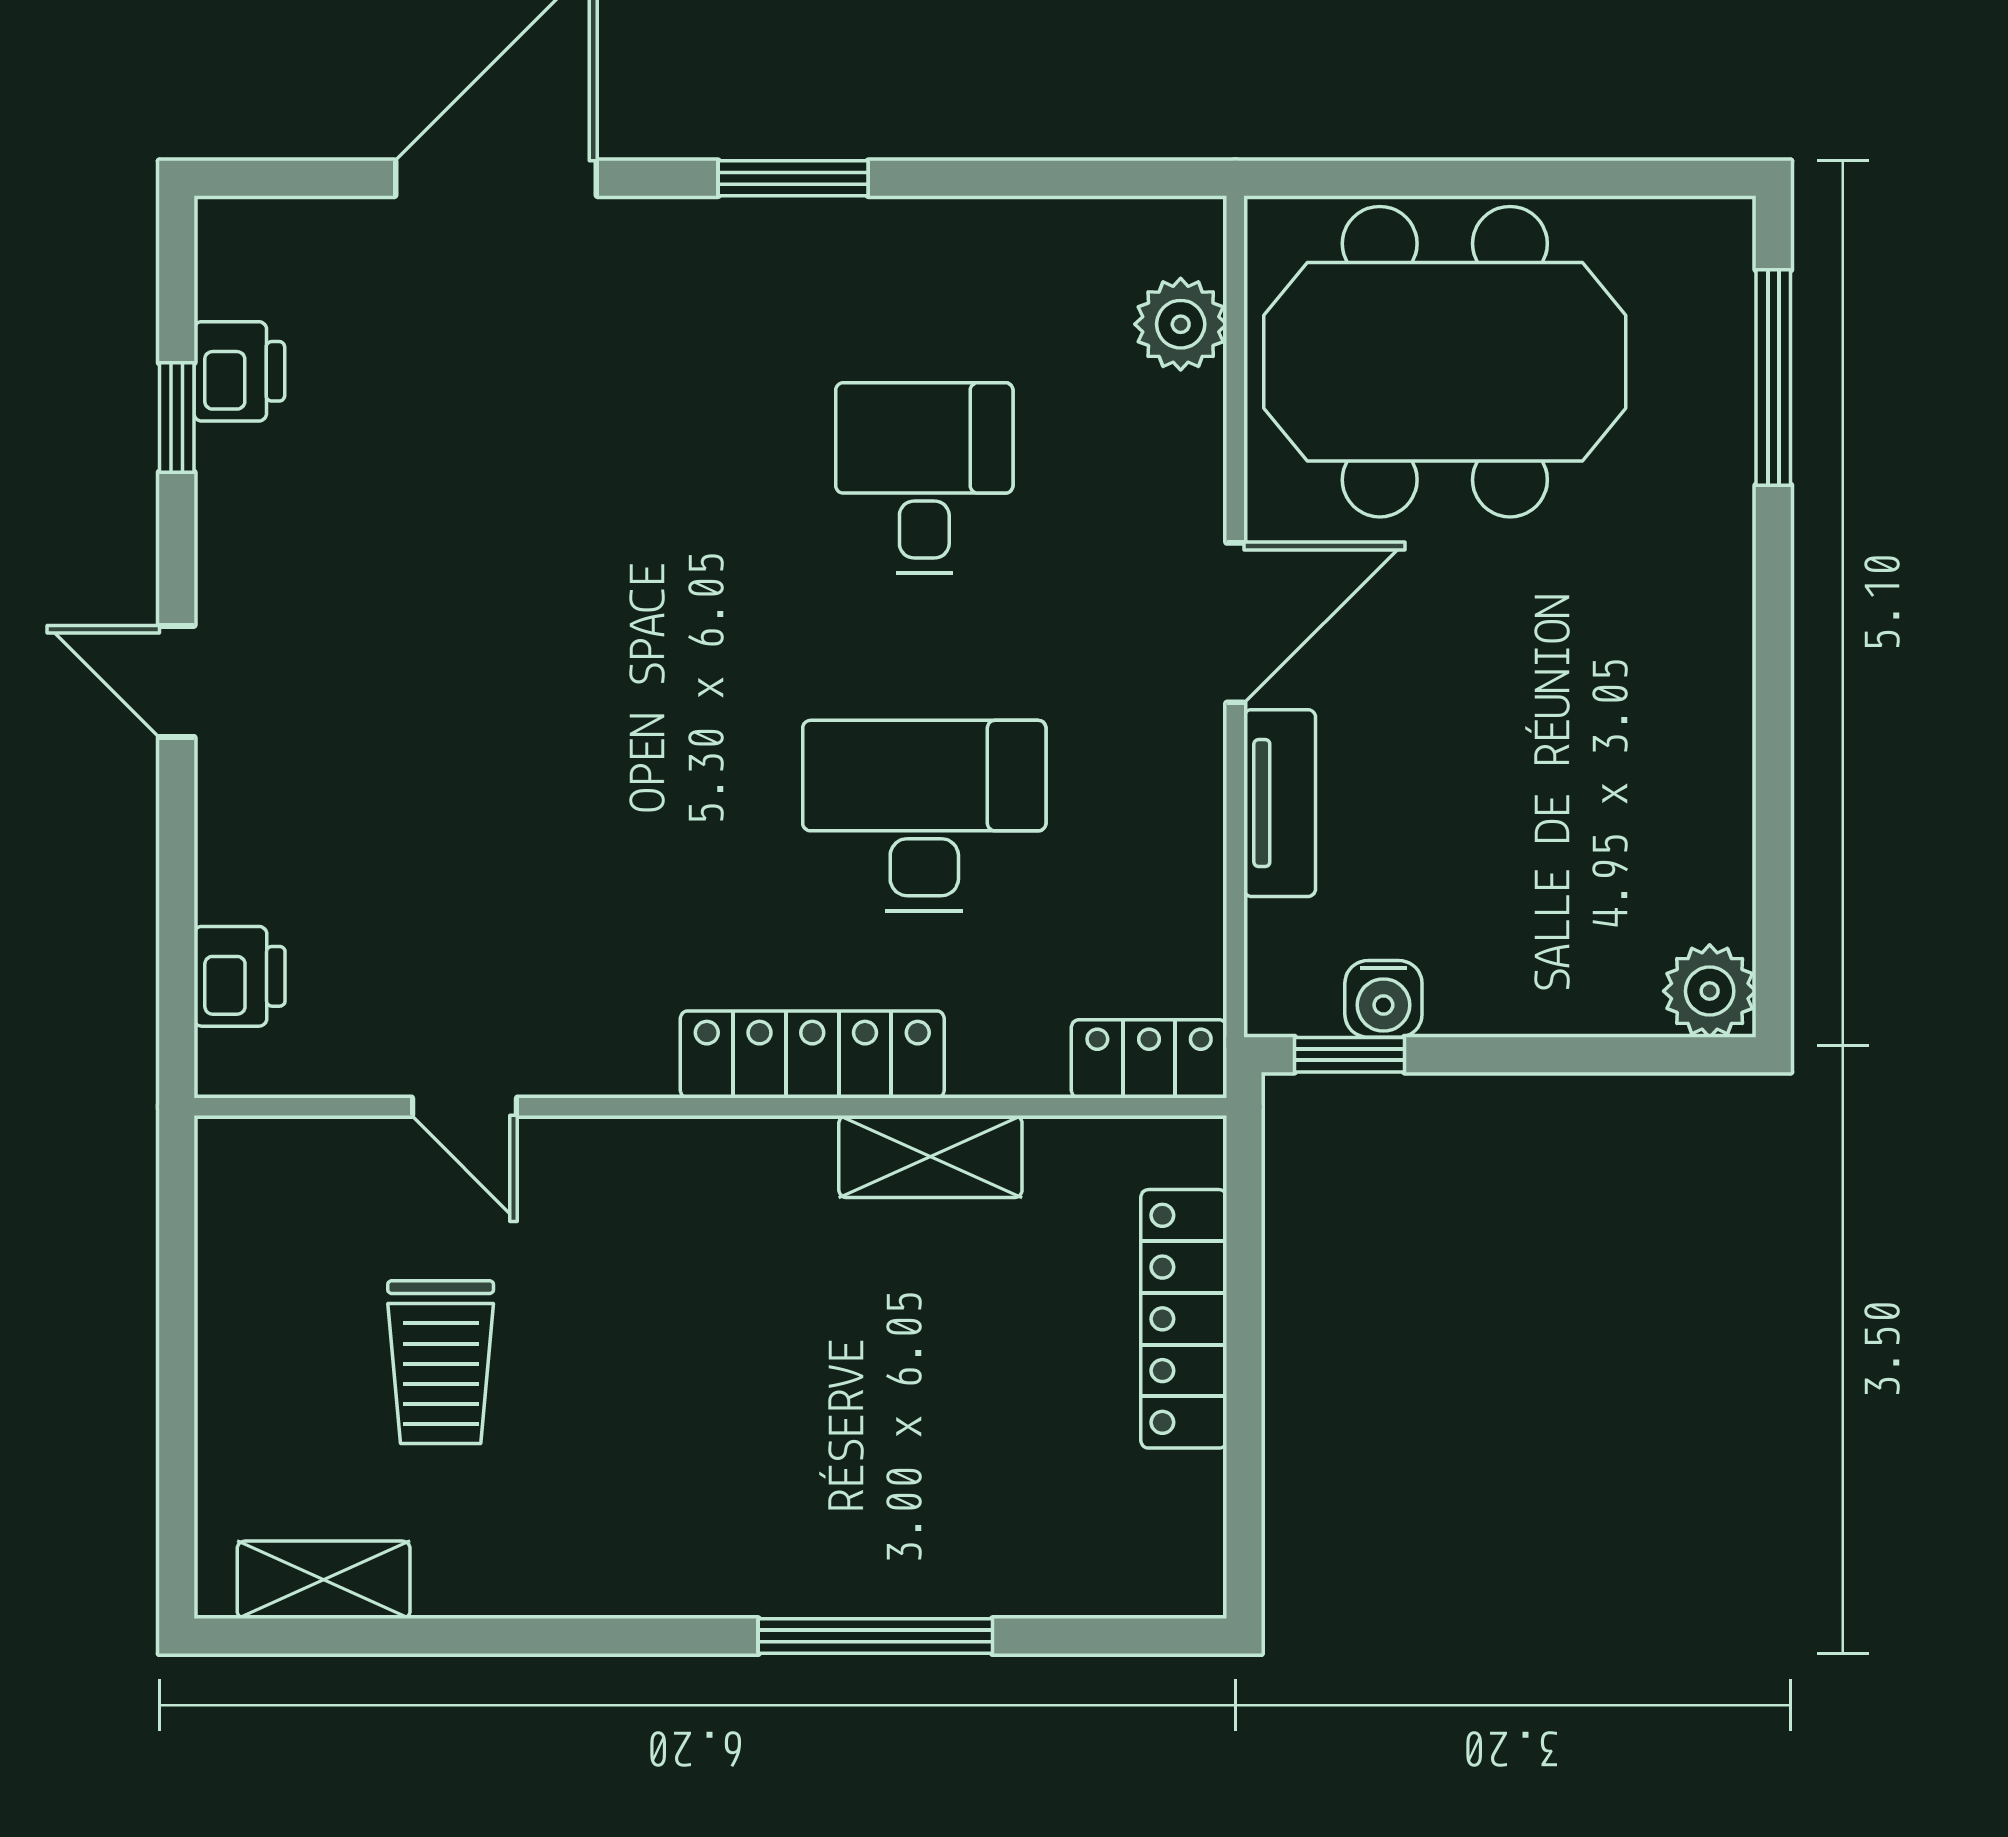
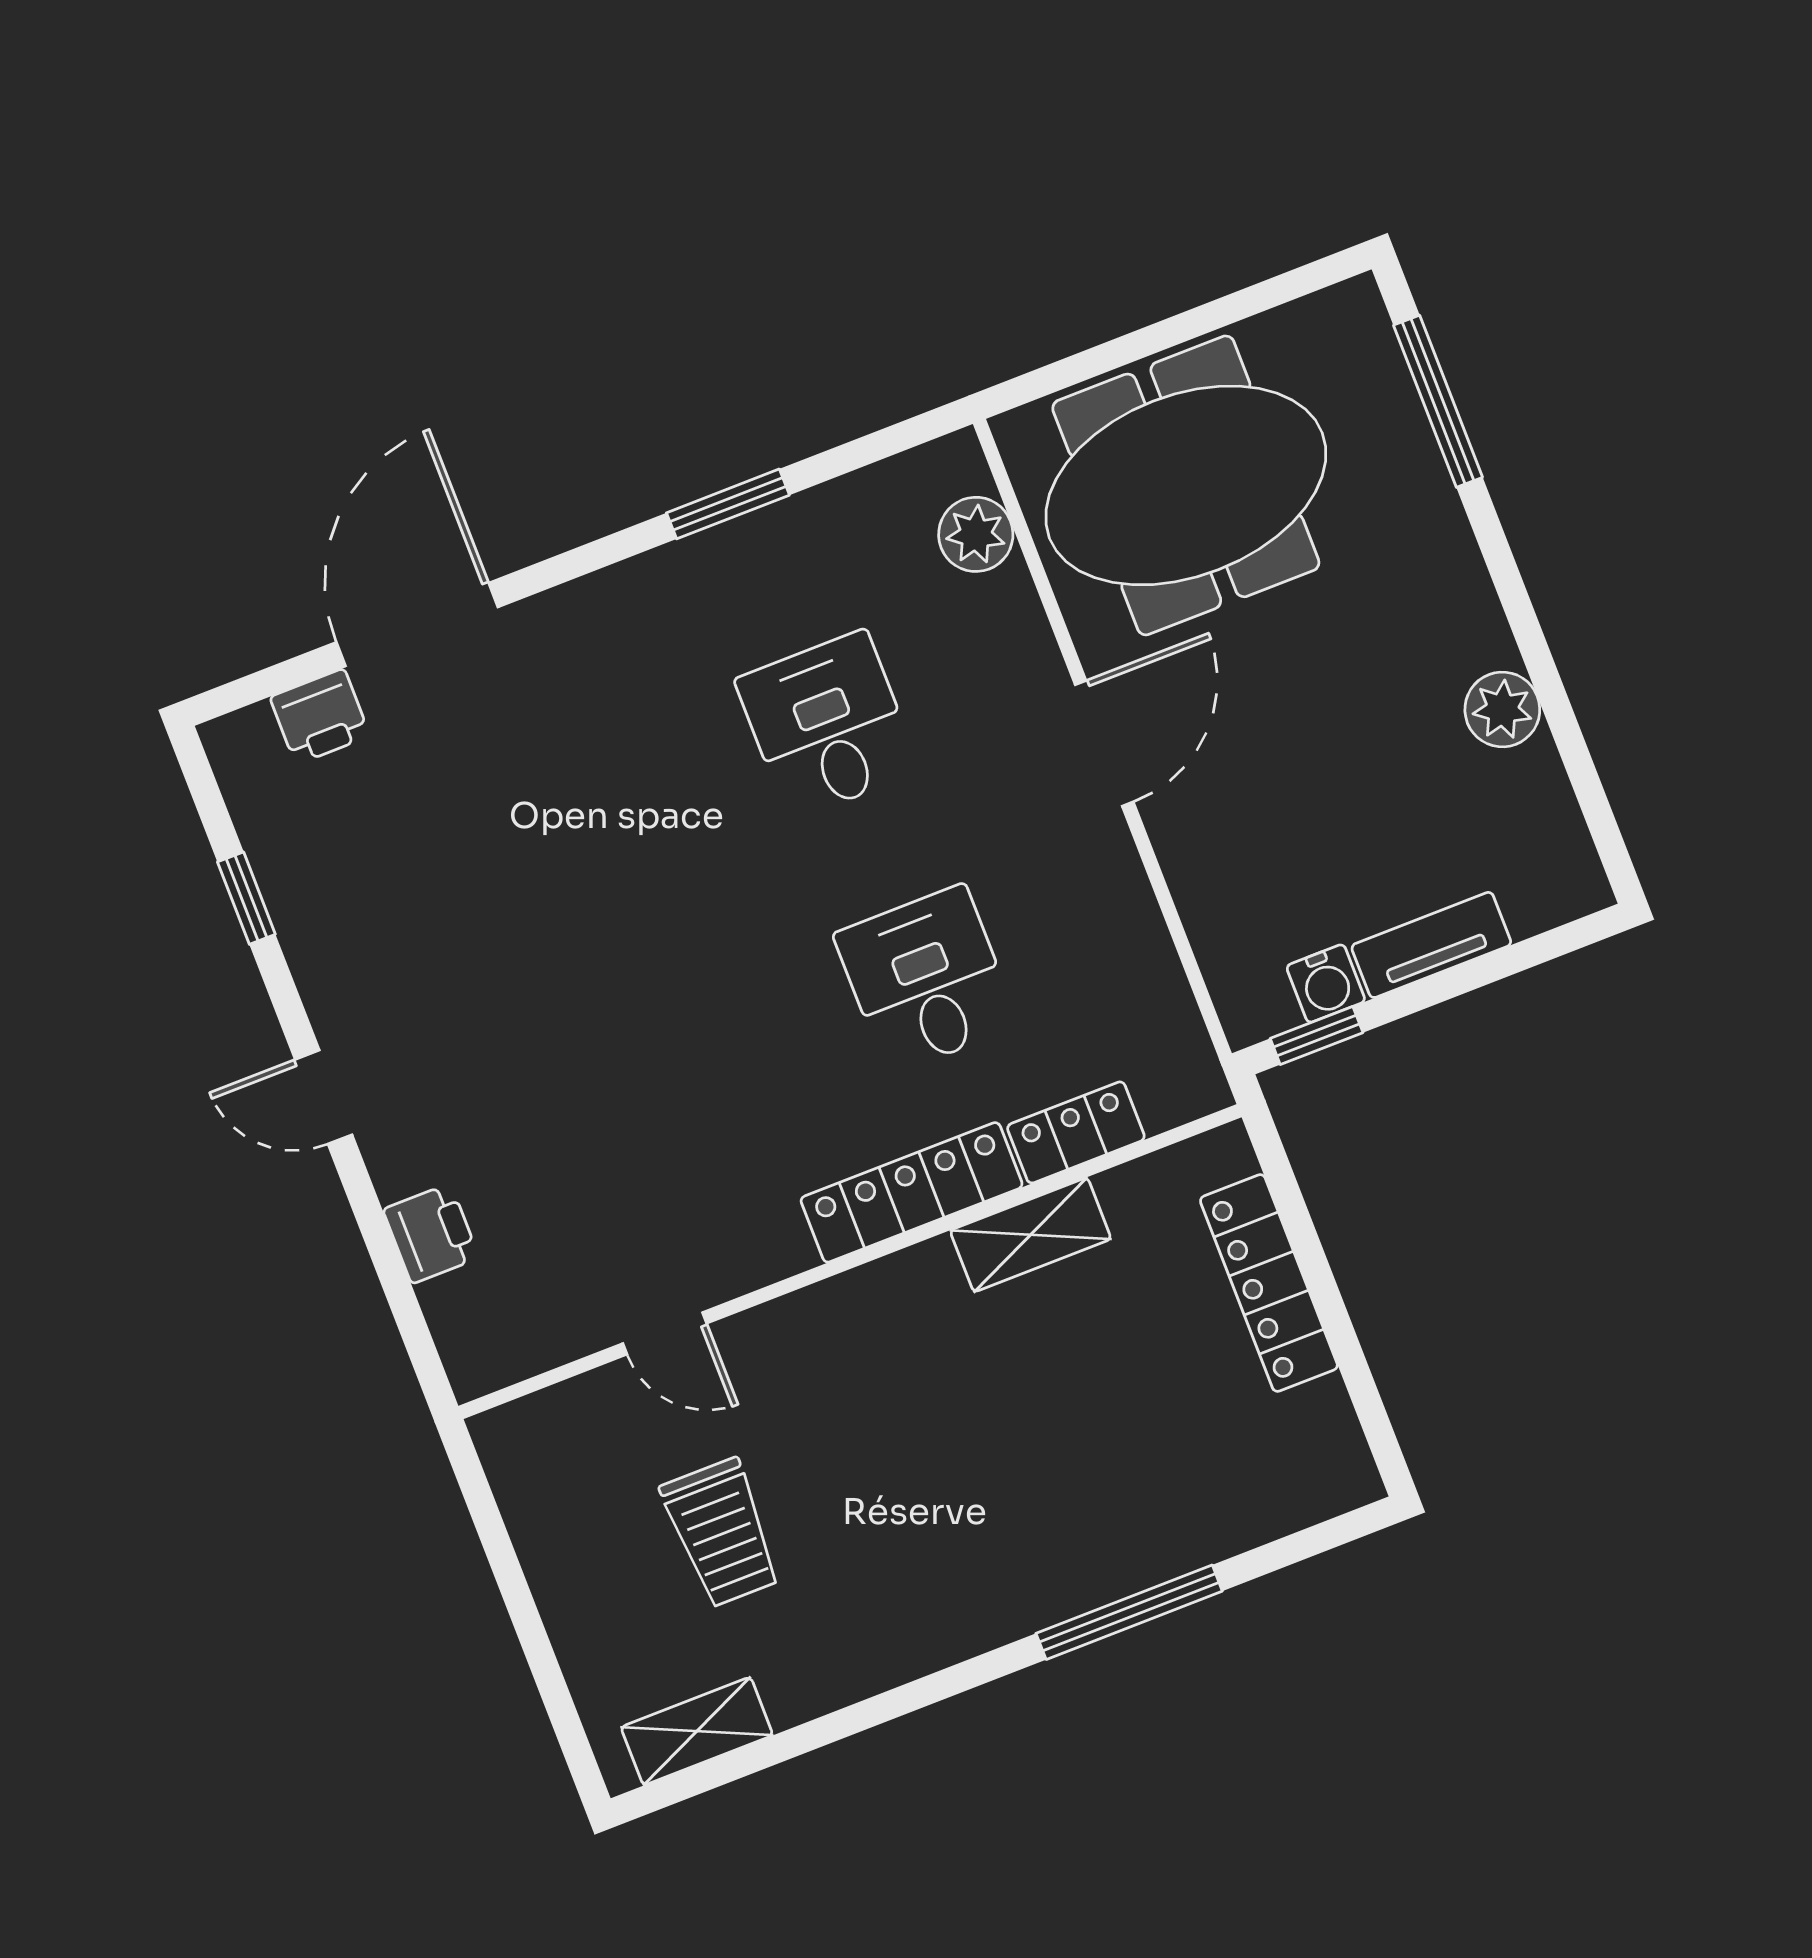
window: (793, 178) -> (728, 504), moved
printer: (239, 371) -> (320, 716), moved, turned 90
tv unit: (1280, 803) -> (1431, 945), moved, turned -90
desk: (924, 816) -> (926, 980), width x0.73
printer: (239, 976) -> (431, 1234), moved
plant: (1710, 991) -> (1502, 709), moved
locker: (1149, 1059) -> (1076, 1132), moved

